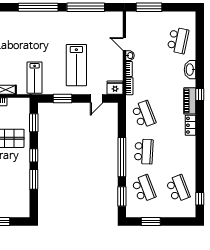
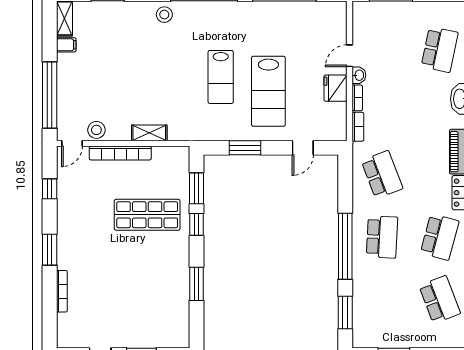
stool: (15, 20) -> (164, 15), added
door: (124, 44) -> (350, 56), hinge flipped
lab bench: (35, 78) -> (221, 77), moved
fridge: (115, 88) -> (335, 88), moved, turned -90
window: (34, 155) -> (197, 224), moved
school desk: (144, 189) -> (440, 237), moved, turned 36

